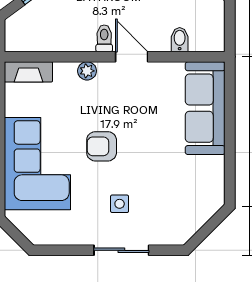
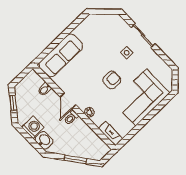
armchair: (102, 146) -> (112, 80), turned -90

